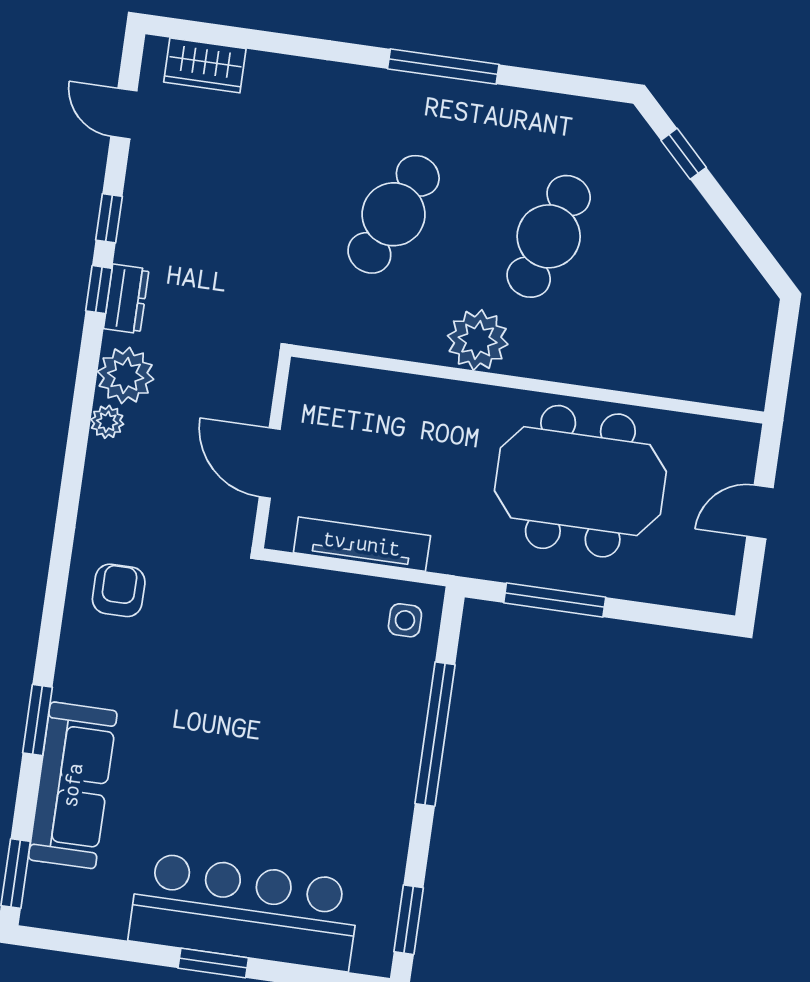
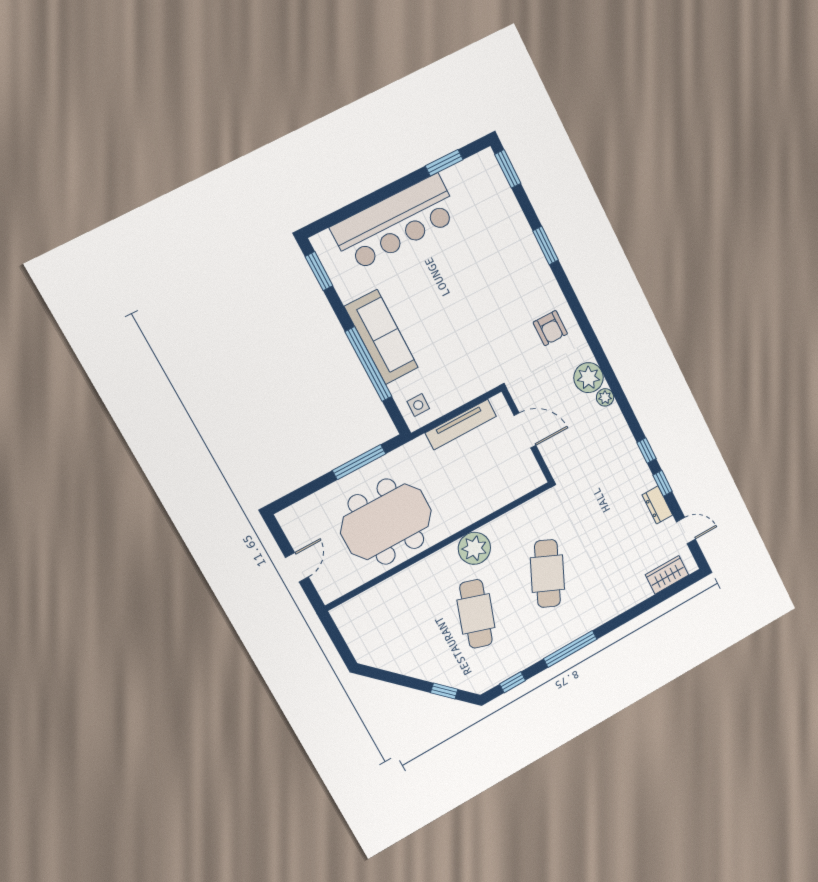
window: (571, 85) -> (512, 682), added
dresser: (126, 299) -> (657, 505), moved
plant: (126, 375) -> (589, 378), moved
sofa: (73, 785) -> (381, 337), moved, turned 180
window: (213, 963) -> (444, 163), moved

